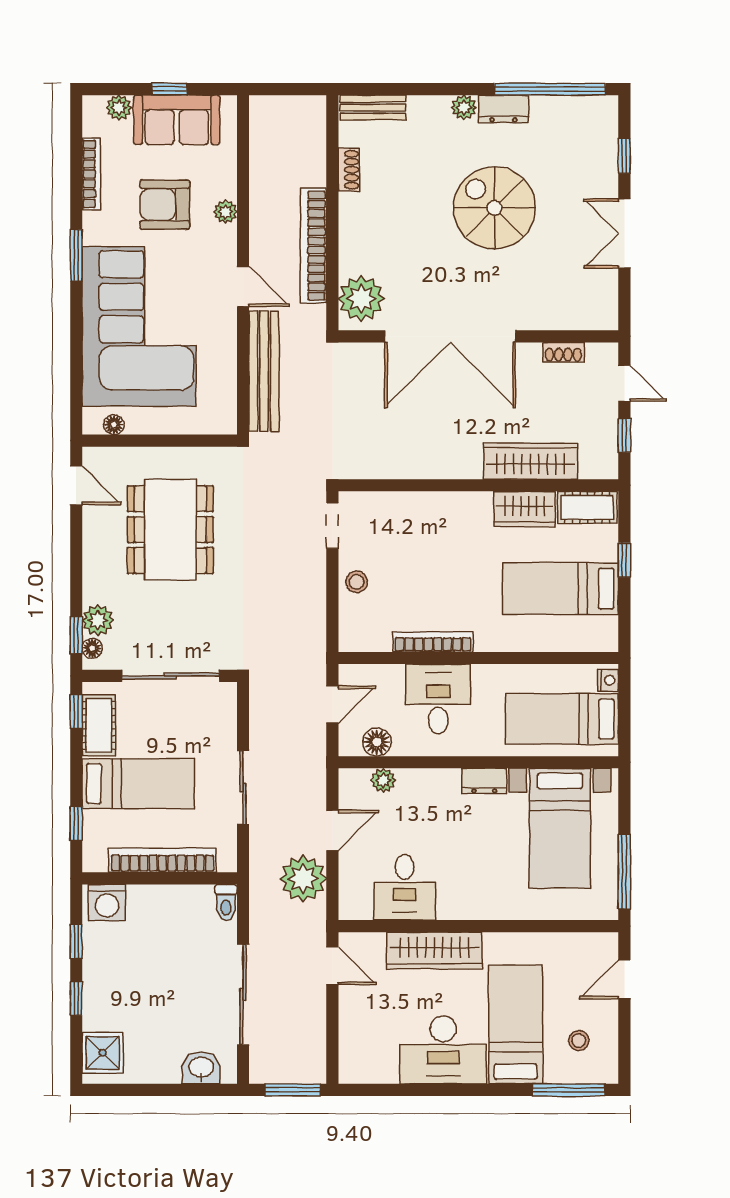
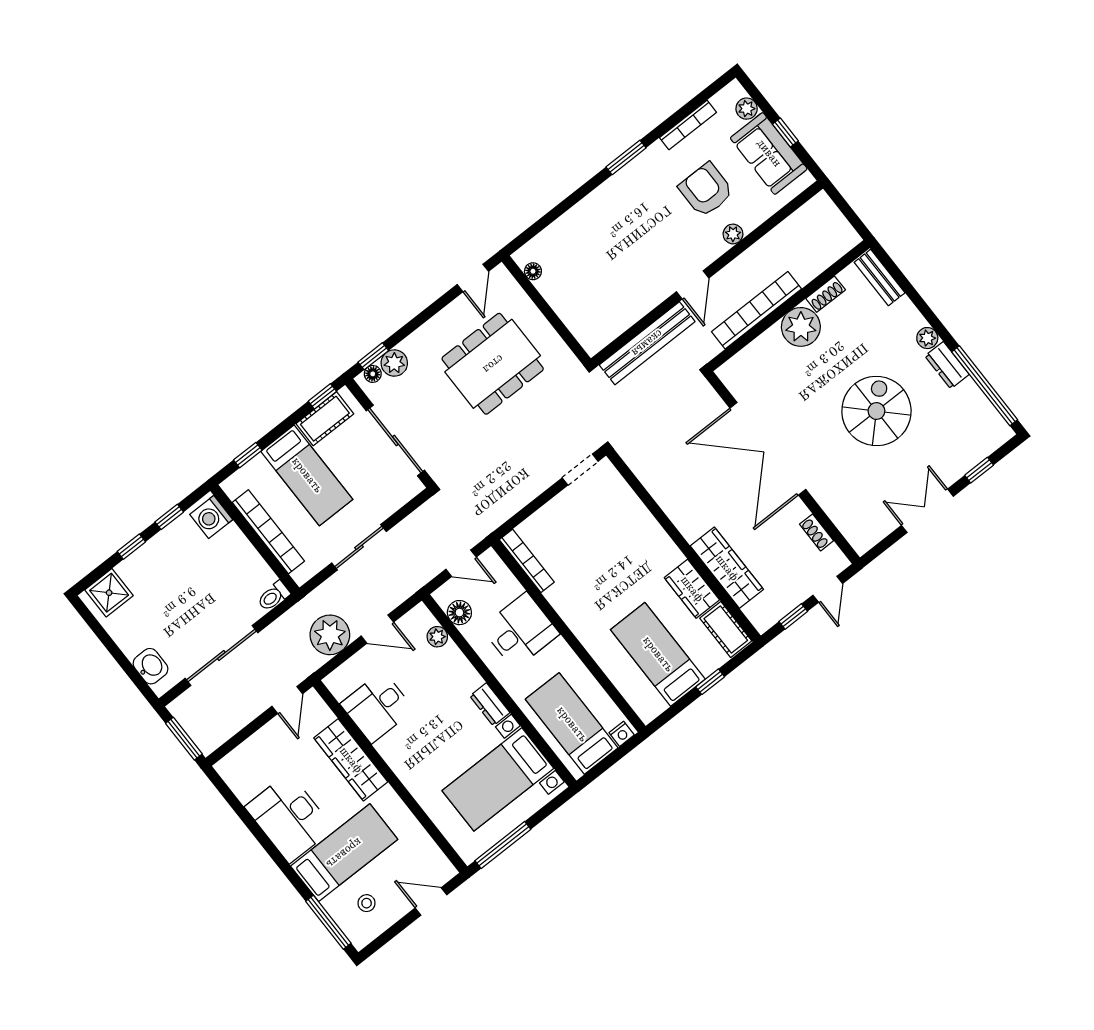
plant: (361, 299) -> (801, 327), moved
corner sofa: (139, 326) -> (612, 237), removed
stool: (357, 582) -> (555, 515), removed
bookcase: (433, 642) -> (527, 561), moved

